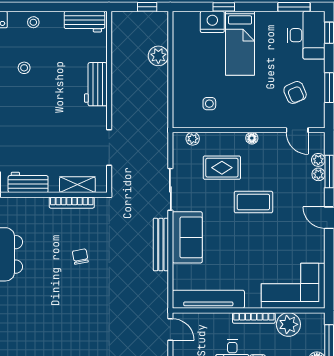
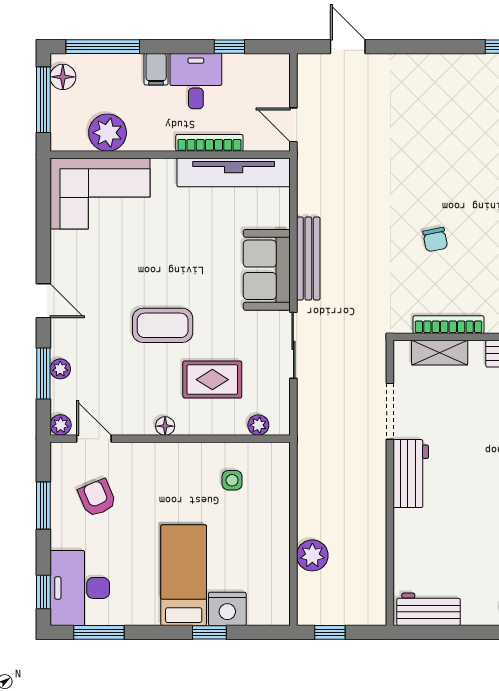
workbench: (96, 84) -> (411, 474), moved
plant: (318, 160) -> (61, 425), moved
bookcase: (254, 318) -> (209, 143), moved

